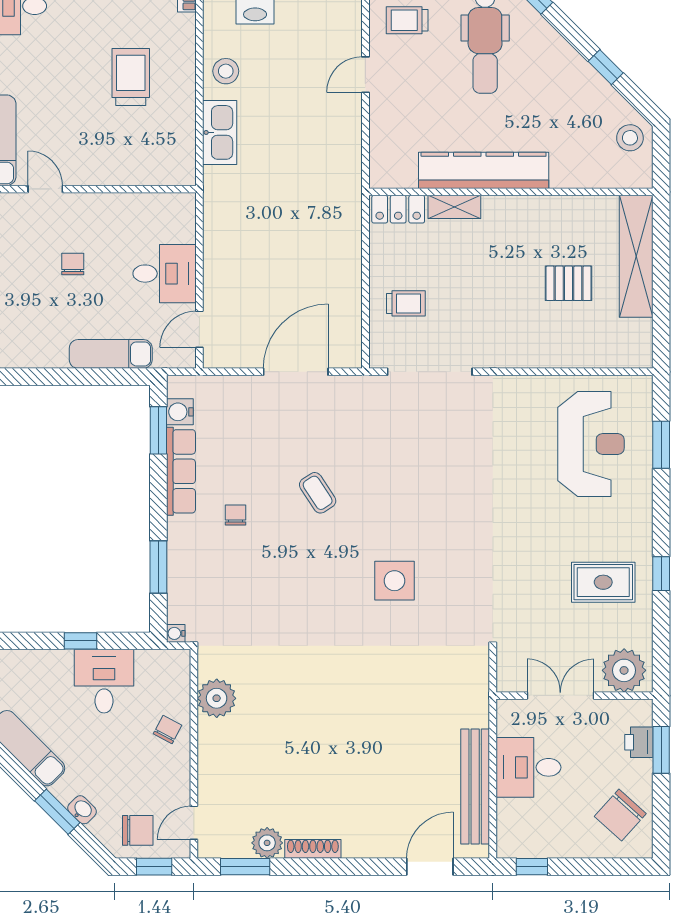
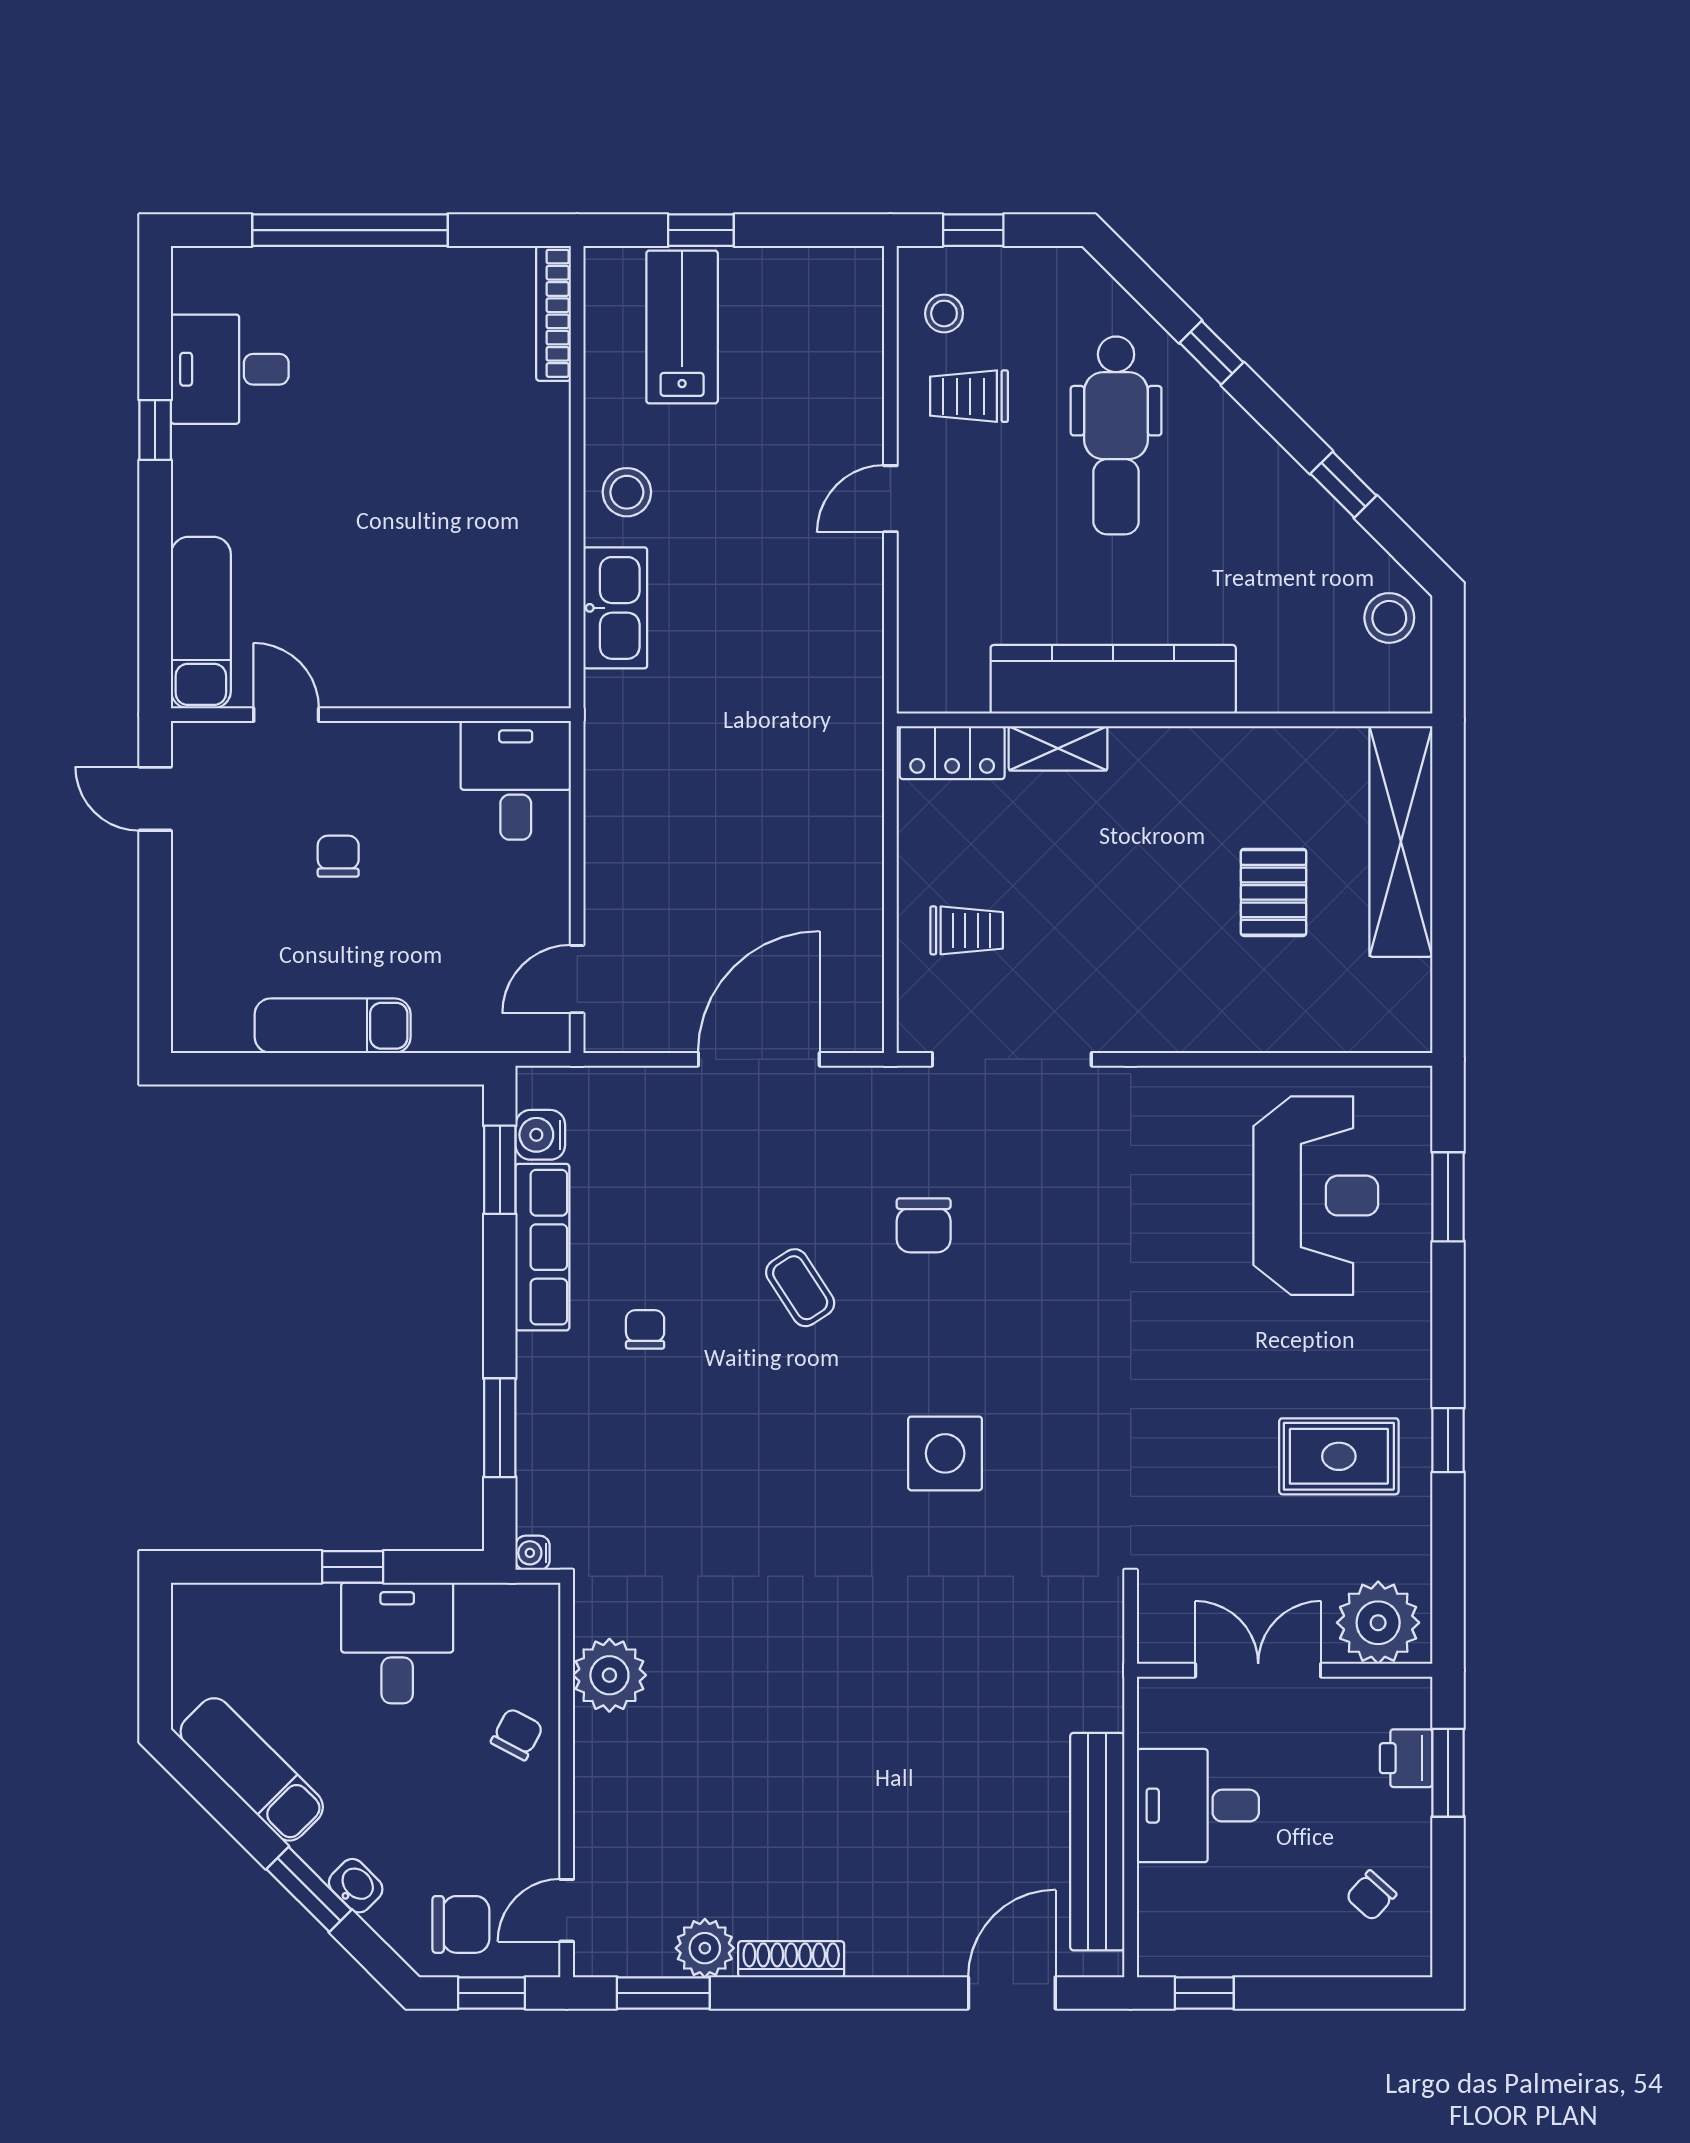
trolley: (131, 77) -> (448, 503), removed
desk: (165, 274) -> (516, 780), moved, turned -90
pallet: (569, 283) -> (1274, 892), turned 90
exam couch: (111, 354) -> (333, 1026), moved
chair: (383, 460) -> (924, 1225), added
chair: (620, 815) -> (1371, 1896), width x0.54, depth x0.54

